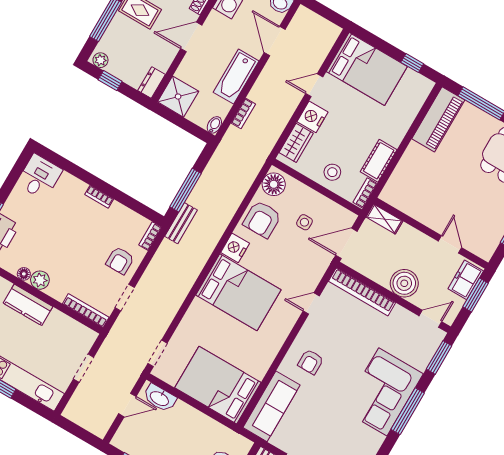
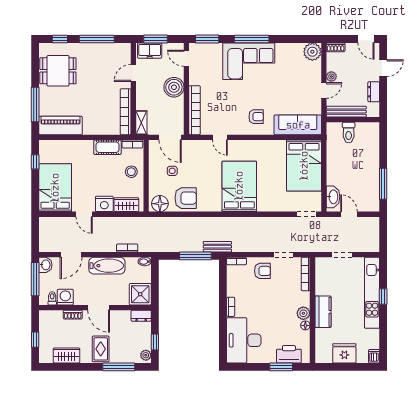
desk: (39, 177) -> (244, 340), width x1.87, depth x1.30
bookcase: (409, 208) -> (126, 112), added
nightstand: (235, 248) -> (213, 204), removed

